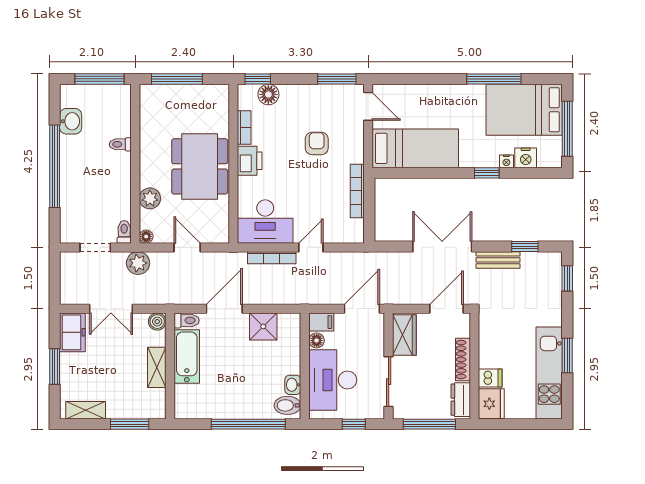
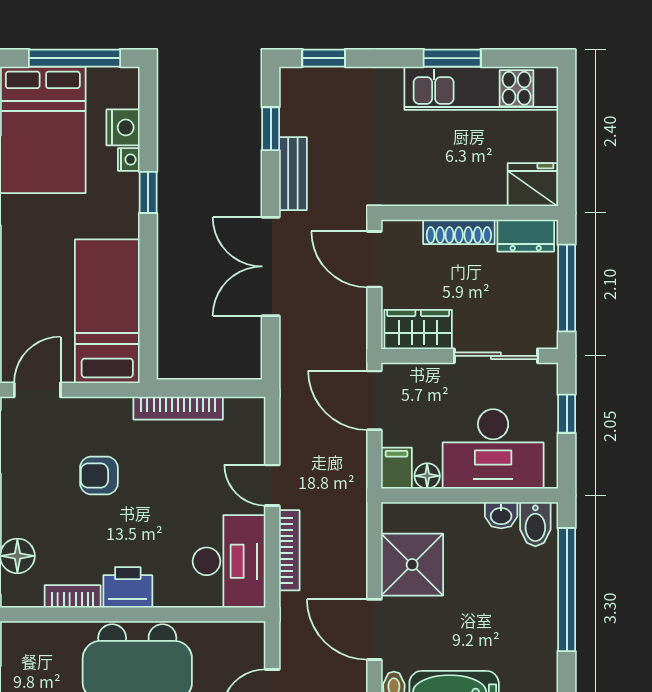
shower: (263, 326) -> (412, 565), width x1.36, depth x1.36
dishwasher: (490, 378) -> (490, 187), removed

